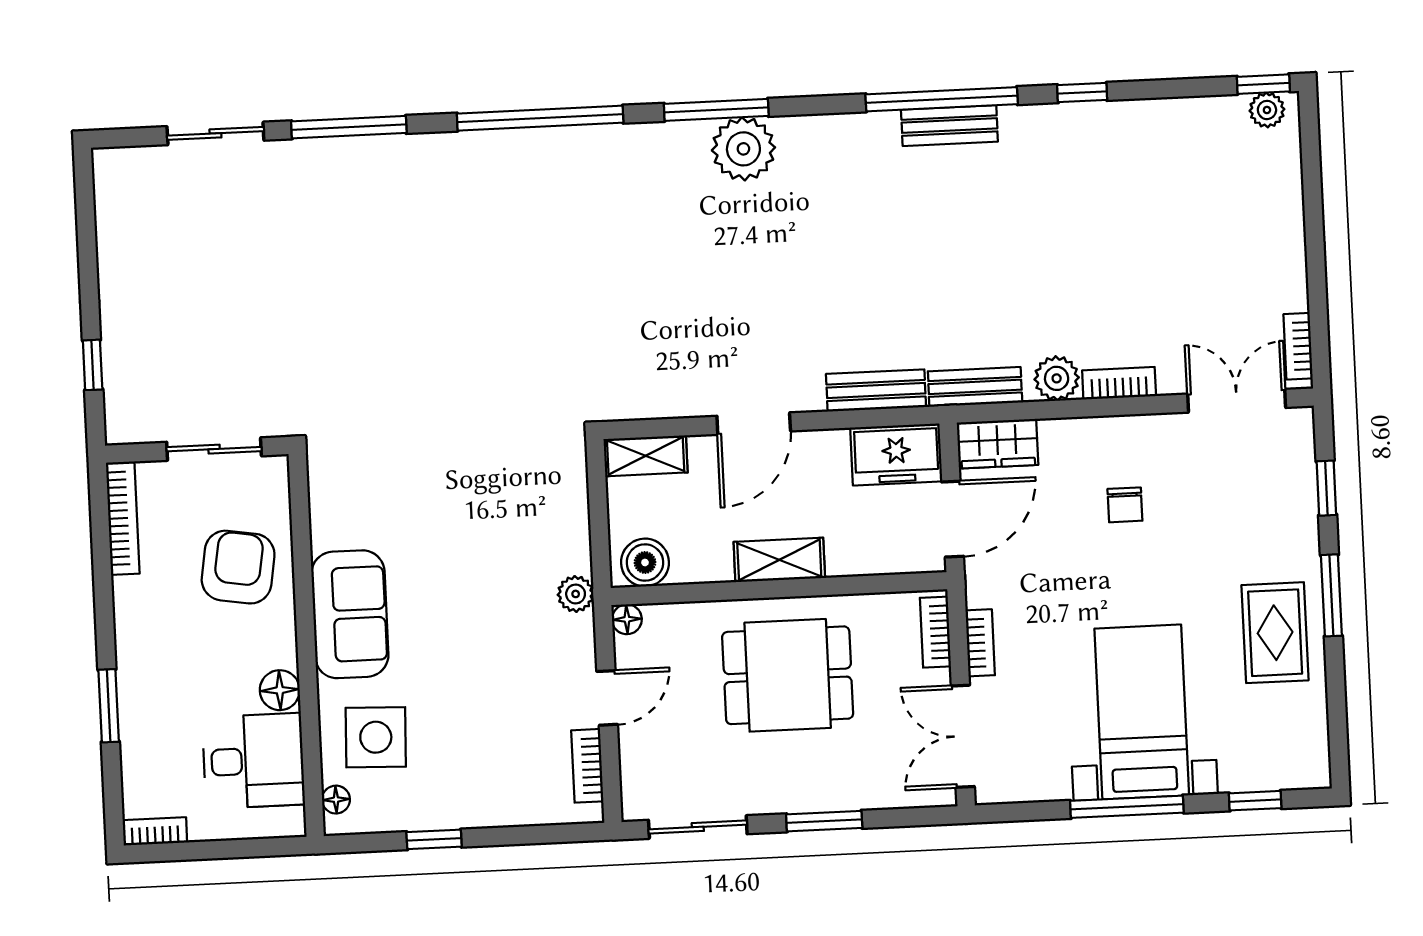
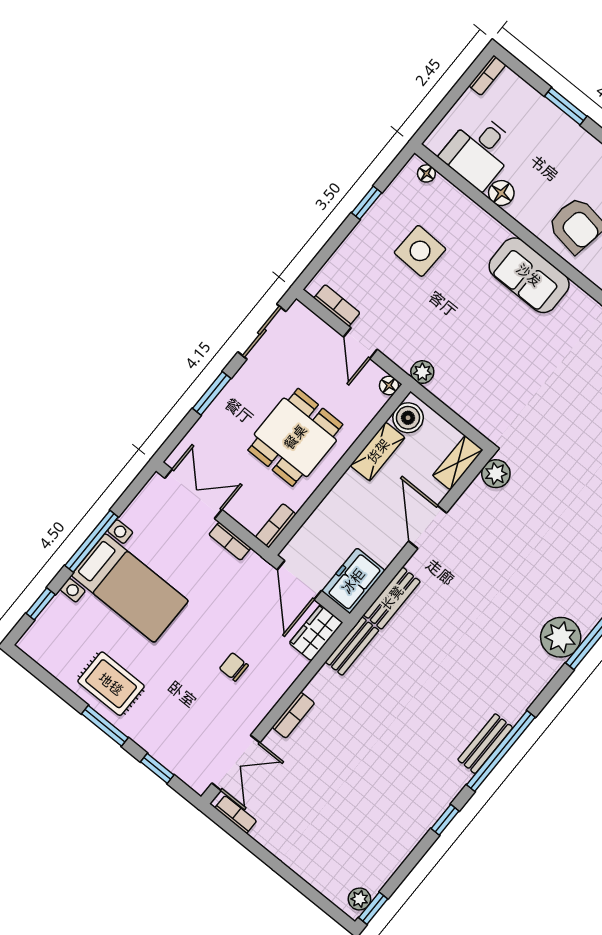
plant: (1057, 378) -> (496, 474), moved
shelving: (779, 560) -> (378, 451), moved
sofa: (350, 614) -> (529, 275), moved
bookcase: (935, 632) -> (276, 526), moved, turned -90
side table: (376, 737) -> (420, 251), moved

